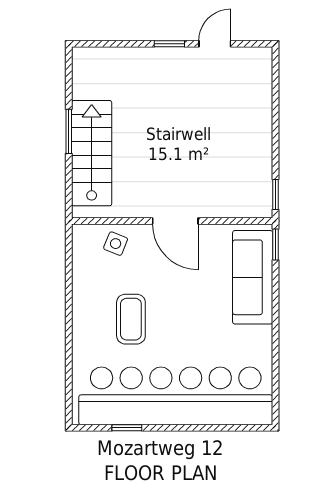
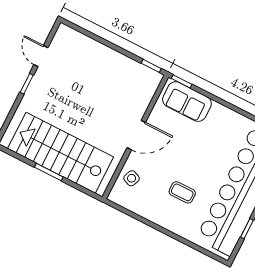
stairs: (92, 153) -> (61, 153), width x1.36, depth x1.51
sofa: (253, 277) -> (187, 102), width x0.73
coffee table: (131, 319) -> (182, 192), width x0.73, depth x0.77

